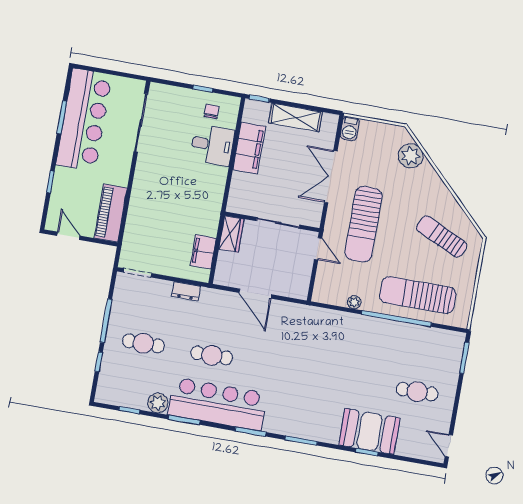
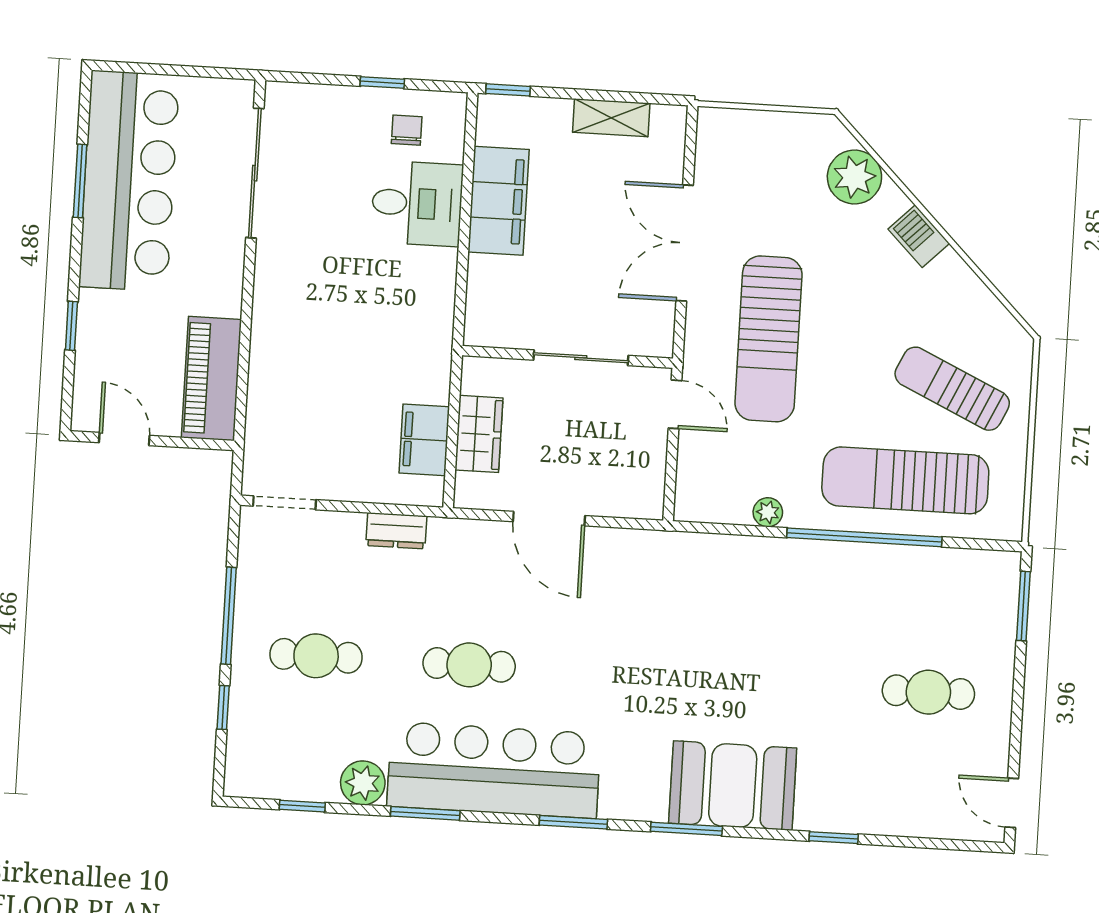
shelving: (295, 117) -> (611, 118), width x0.67, depth x0.75
barbecue: (350, 129) -> (919, 236), moved, turned 135
wardrobe: (231, 234) -> (479, 434), moved
sun lounger: (442, 237) -> (952, 389), moved
booth: (369, 431) -> (733, 786), moved

